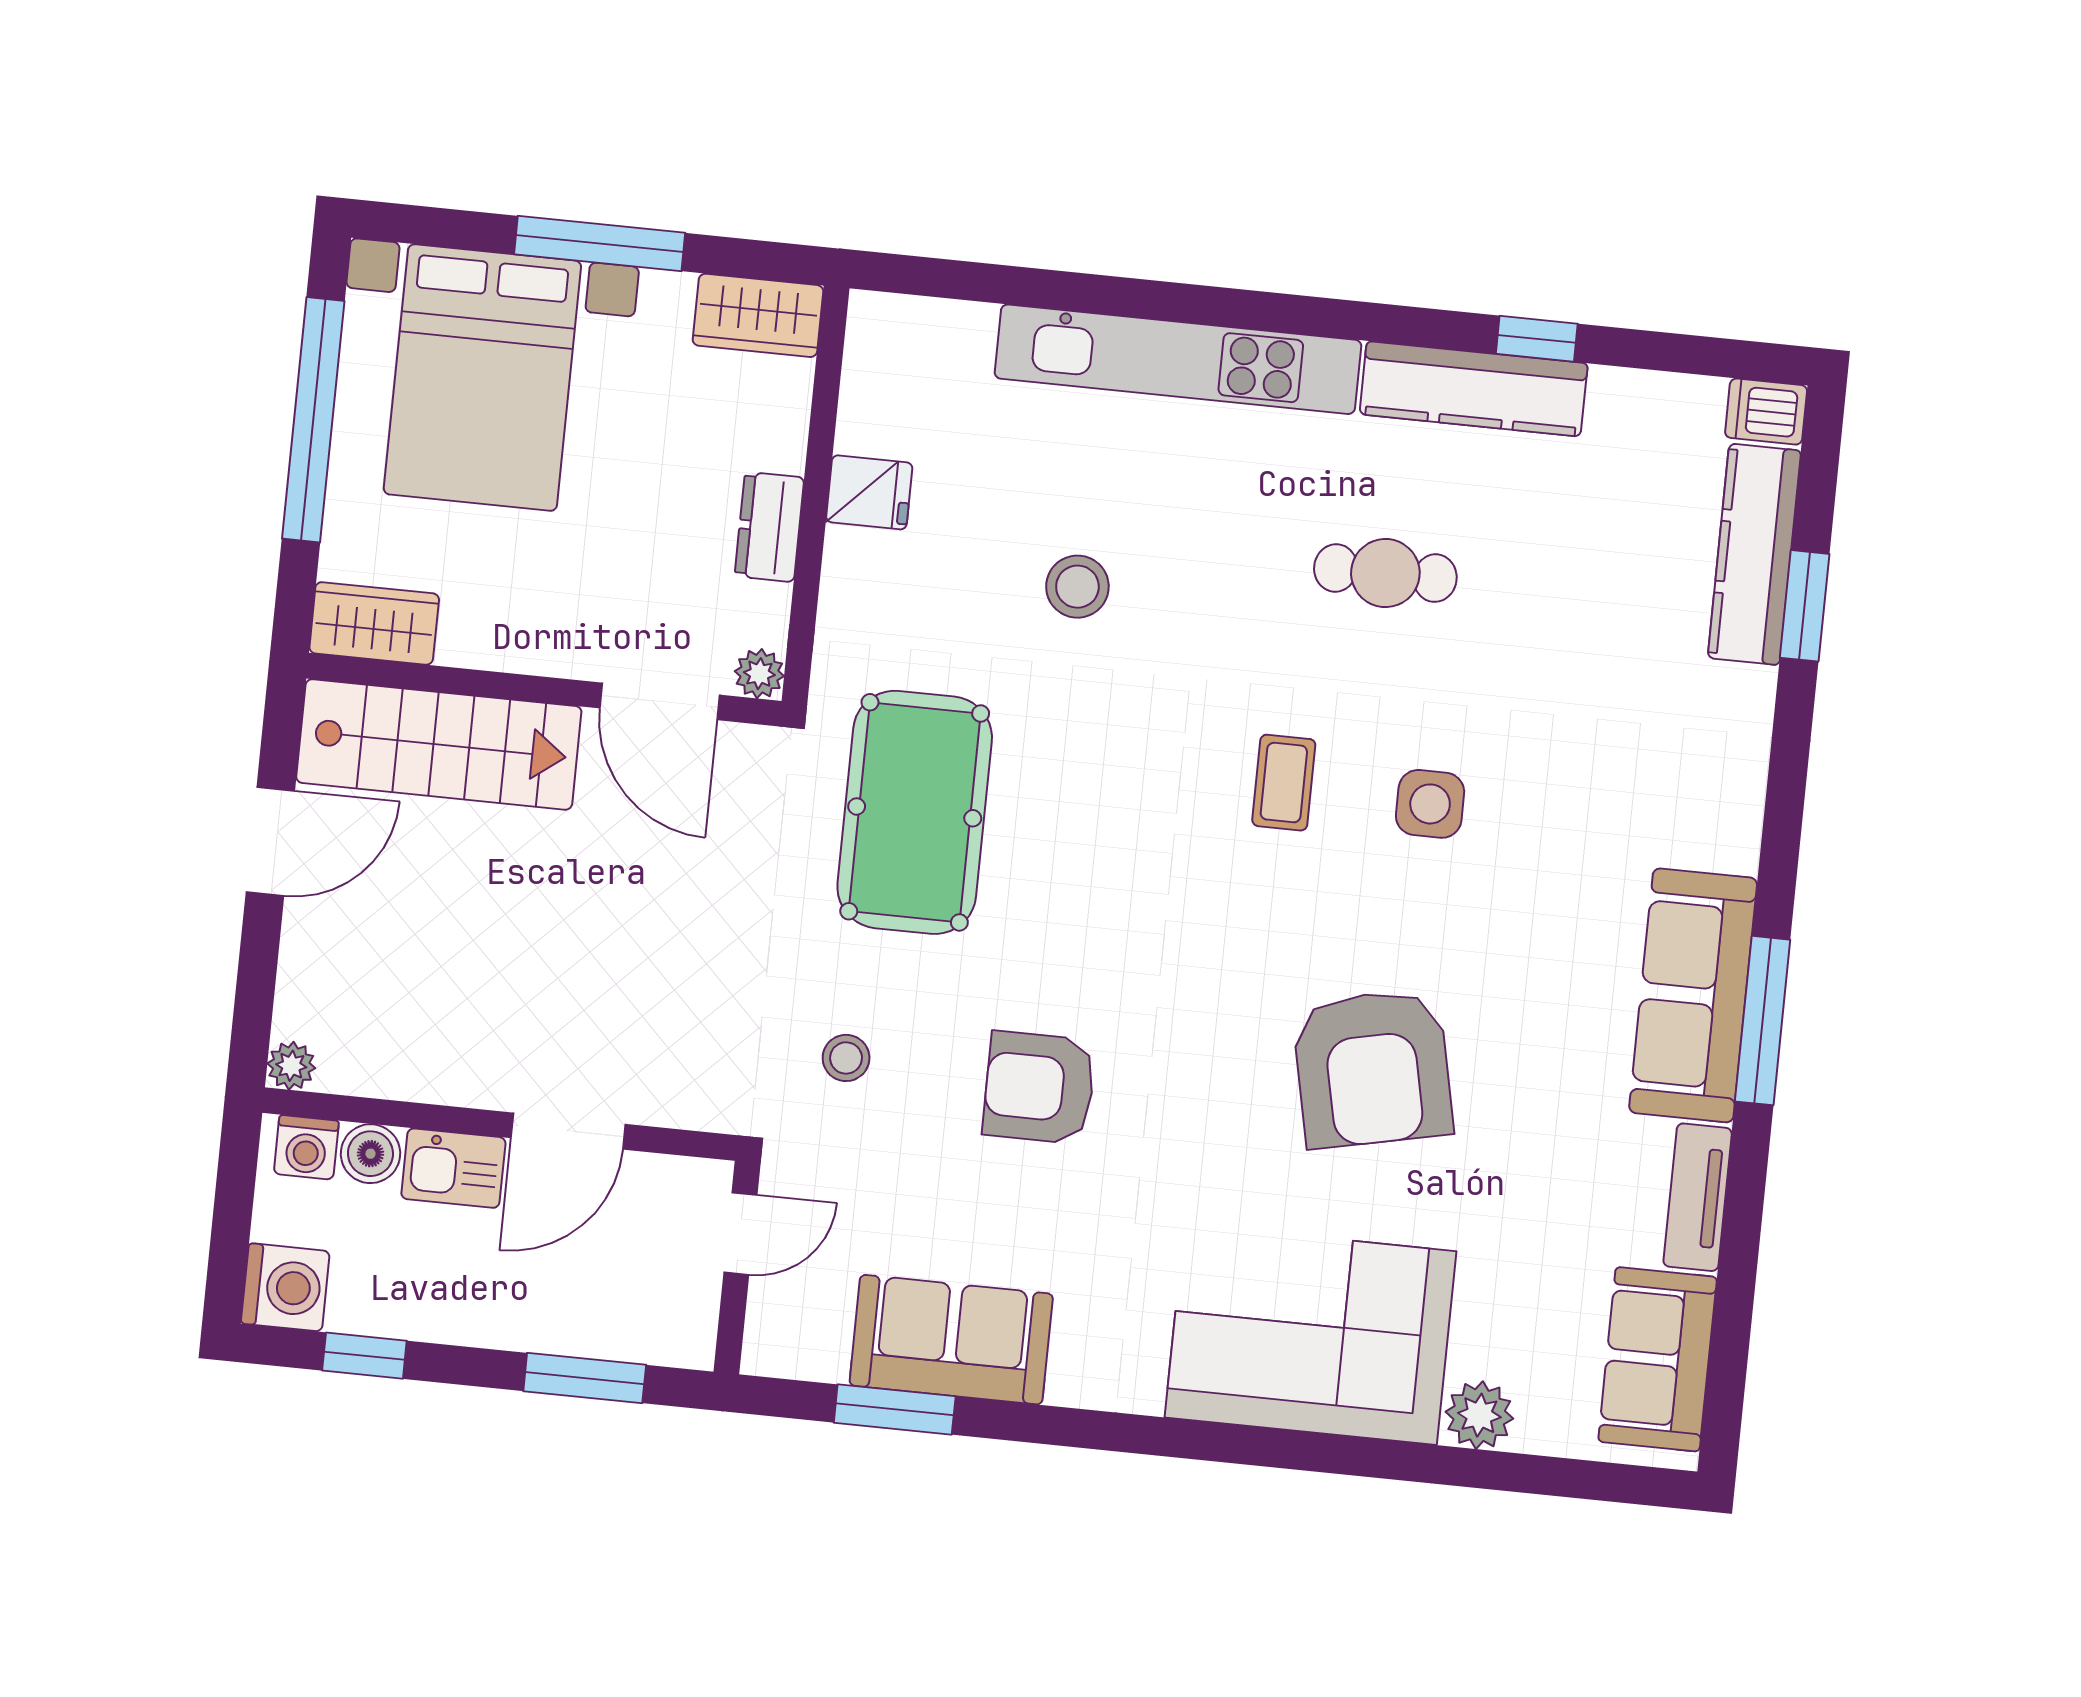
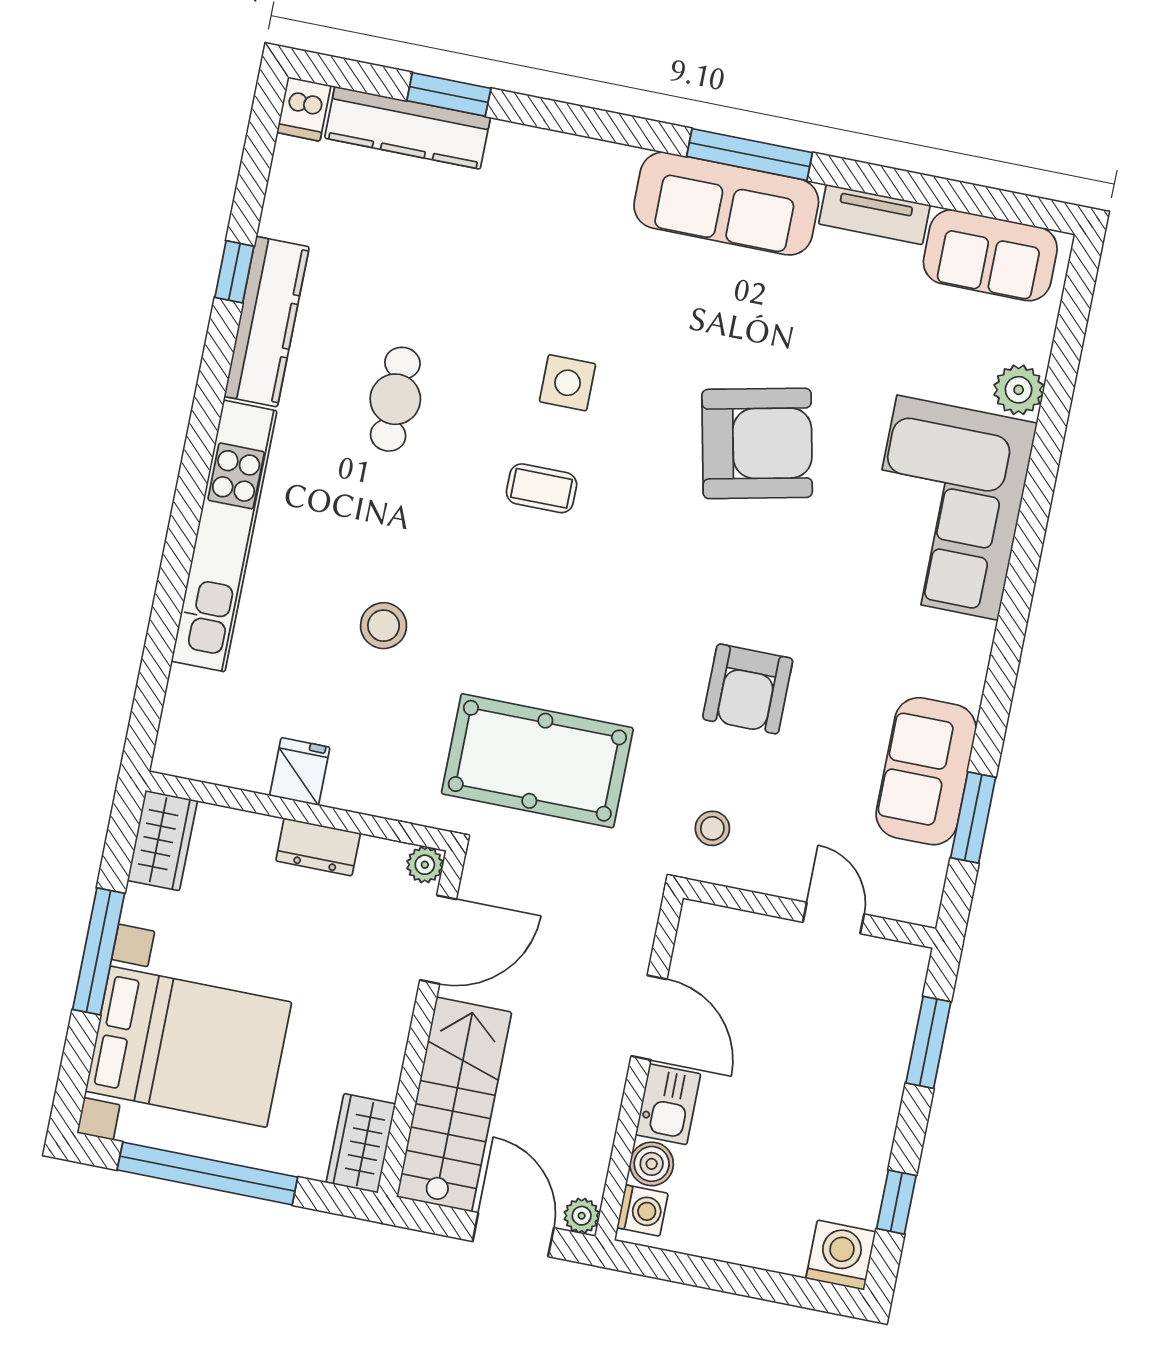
plant: (291, 1066) -> (582, 1216), moved
wall: (500, 1124) -> (639, 1067), moved
door: (568, 1131) -> (649, 1018), moved
washing machine: (306, 1147) -> (642, 1210), moved
boiler: (370, 1154) -> (652, 1164), moved
kitchen sink: (453, 1168) -> (668, 1104), moved

